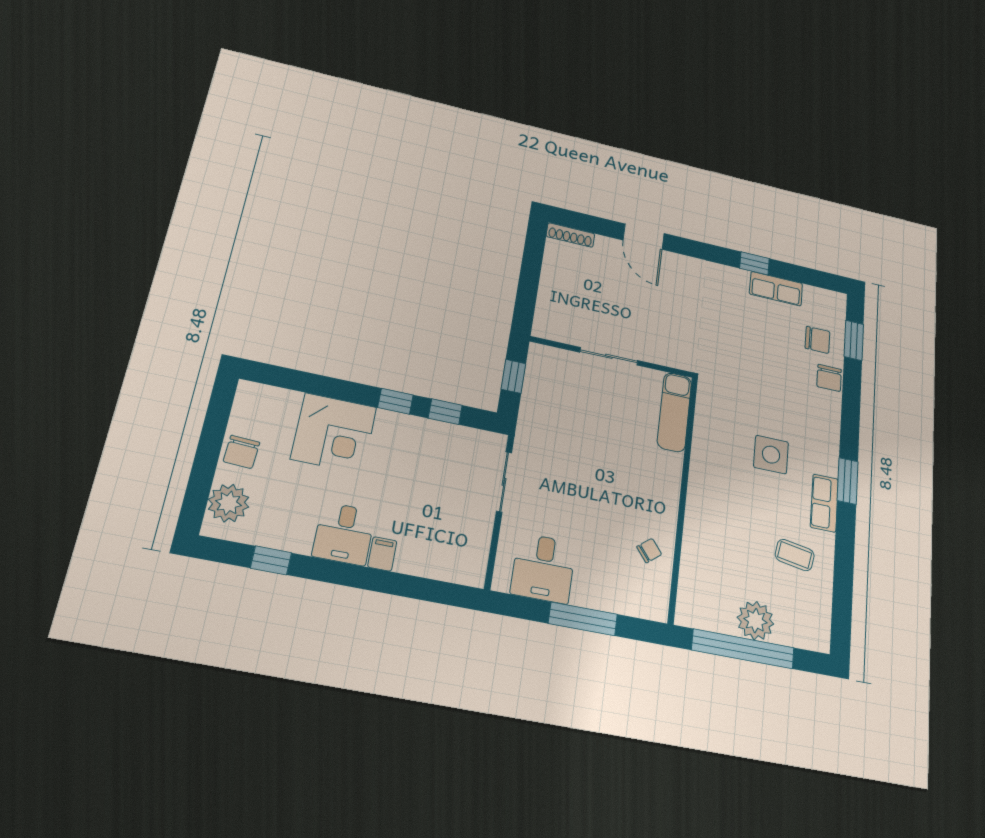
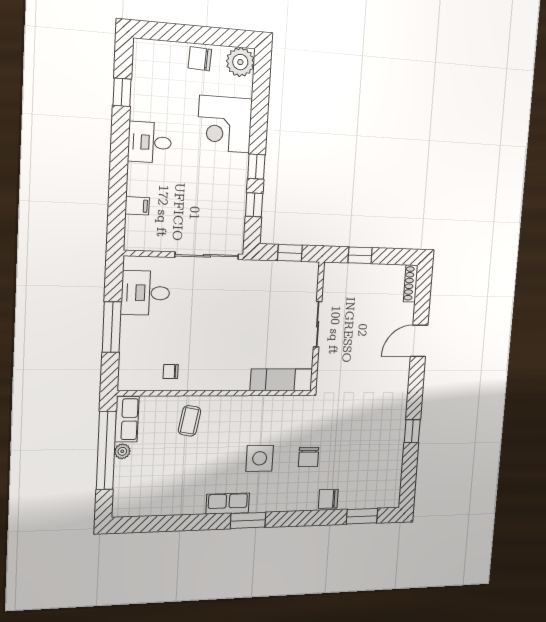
row of seats: (776, 289) -> (127, 419), moved, turned 180
window: (527, 290) -> (360, 255), added
chair: (818, 340) -> (308, 457), moved
sliding door: (504, 482) -> (207, 256), width x1.37
plant: (229, 503) -> (240, 62), moved
chair: (649, 551) -> (171, 371), turned 129
filing cabinet: (382, 554) -> (137, 206), moved
coffee table: (795, 555) -> (190, 421), moved
plant: (755, 621) -> (122, 451), width x0.53, depth x0.53

